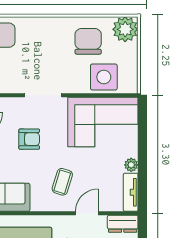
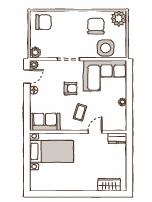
armchair: (29, 139) -> (70, 89), moved
tv unit: (131, 192) -> (122, 119), removed

